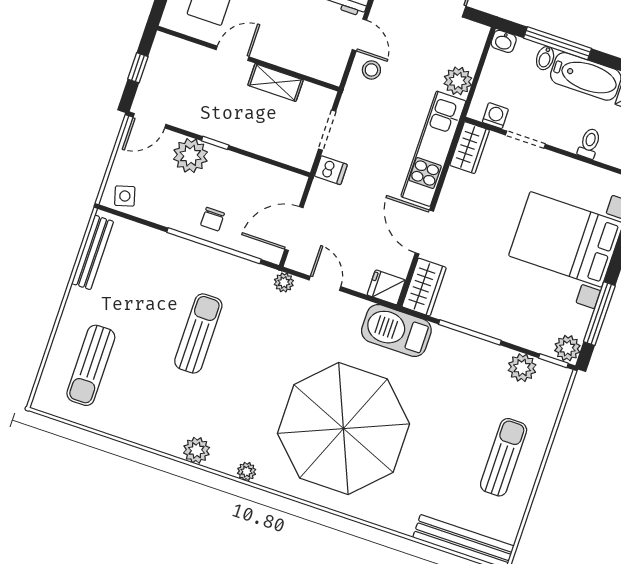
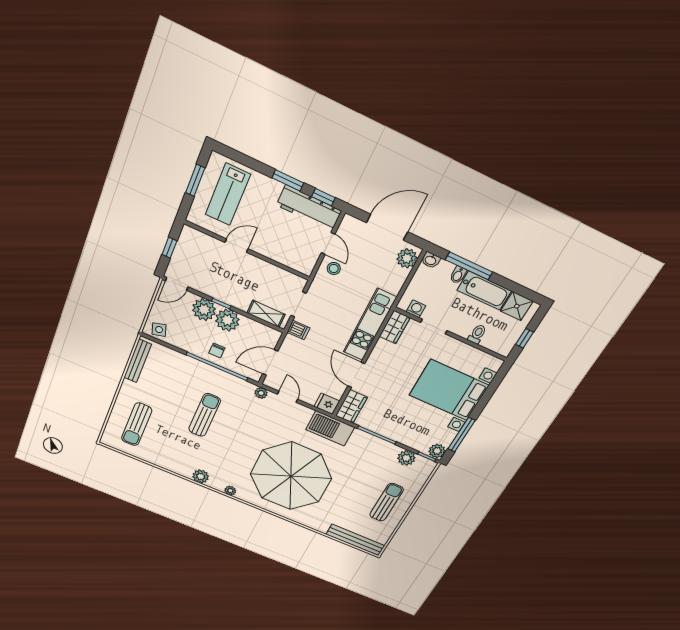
plant: (458, 81) -> (407, 258), moved
shelving: (276, 83) -> (266, 314), moved
plant: (226, 168) -> (227, 320), added

